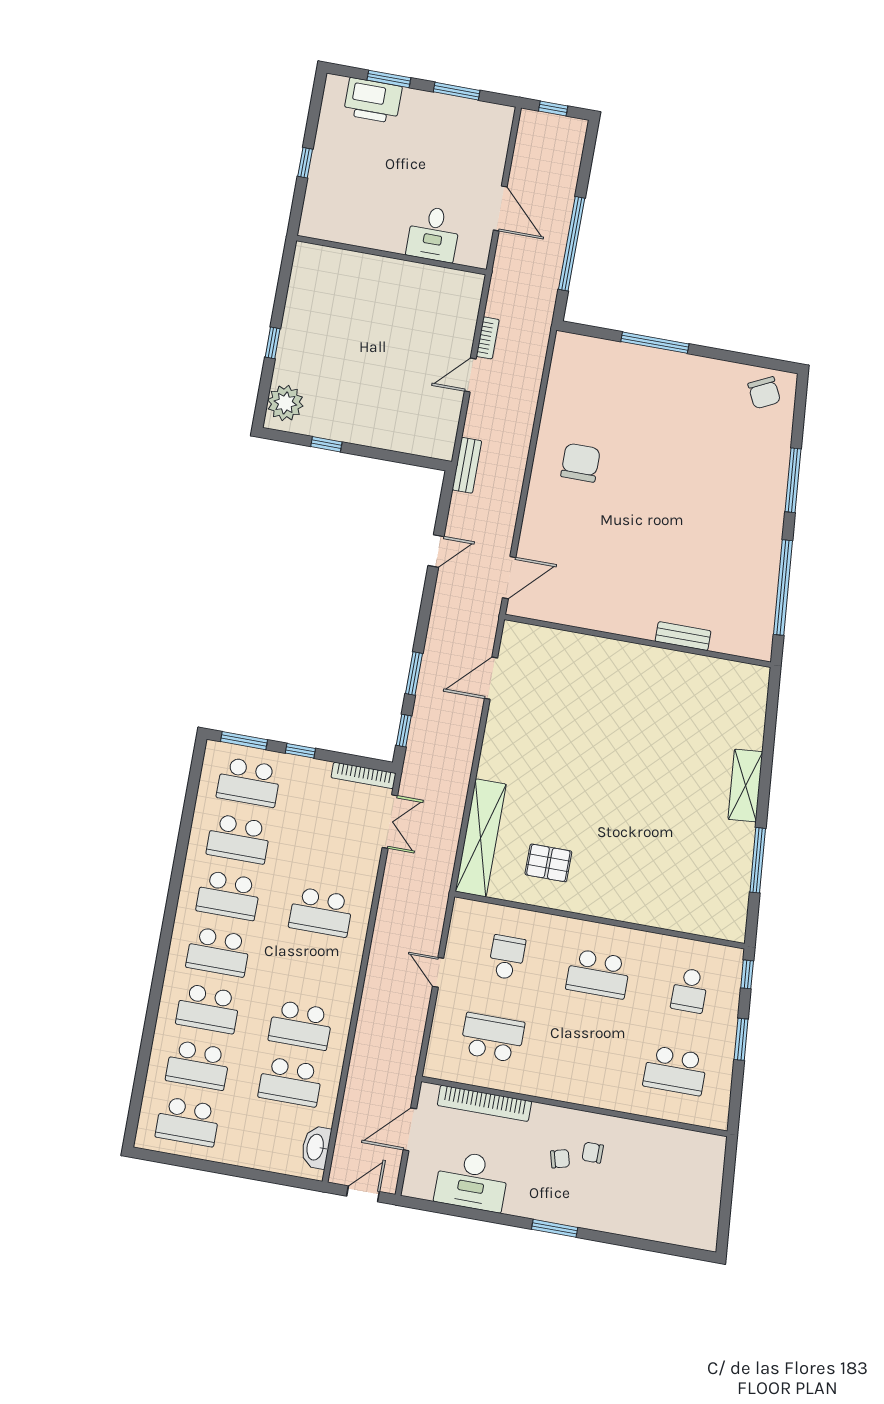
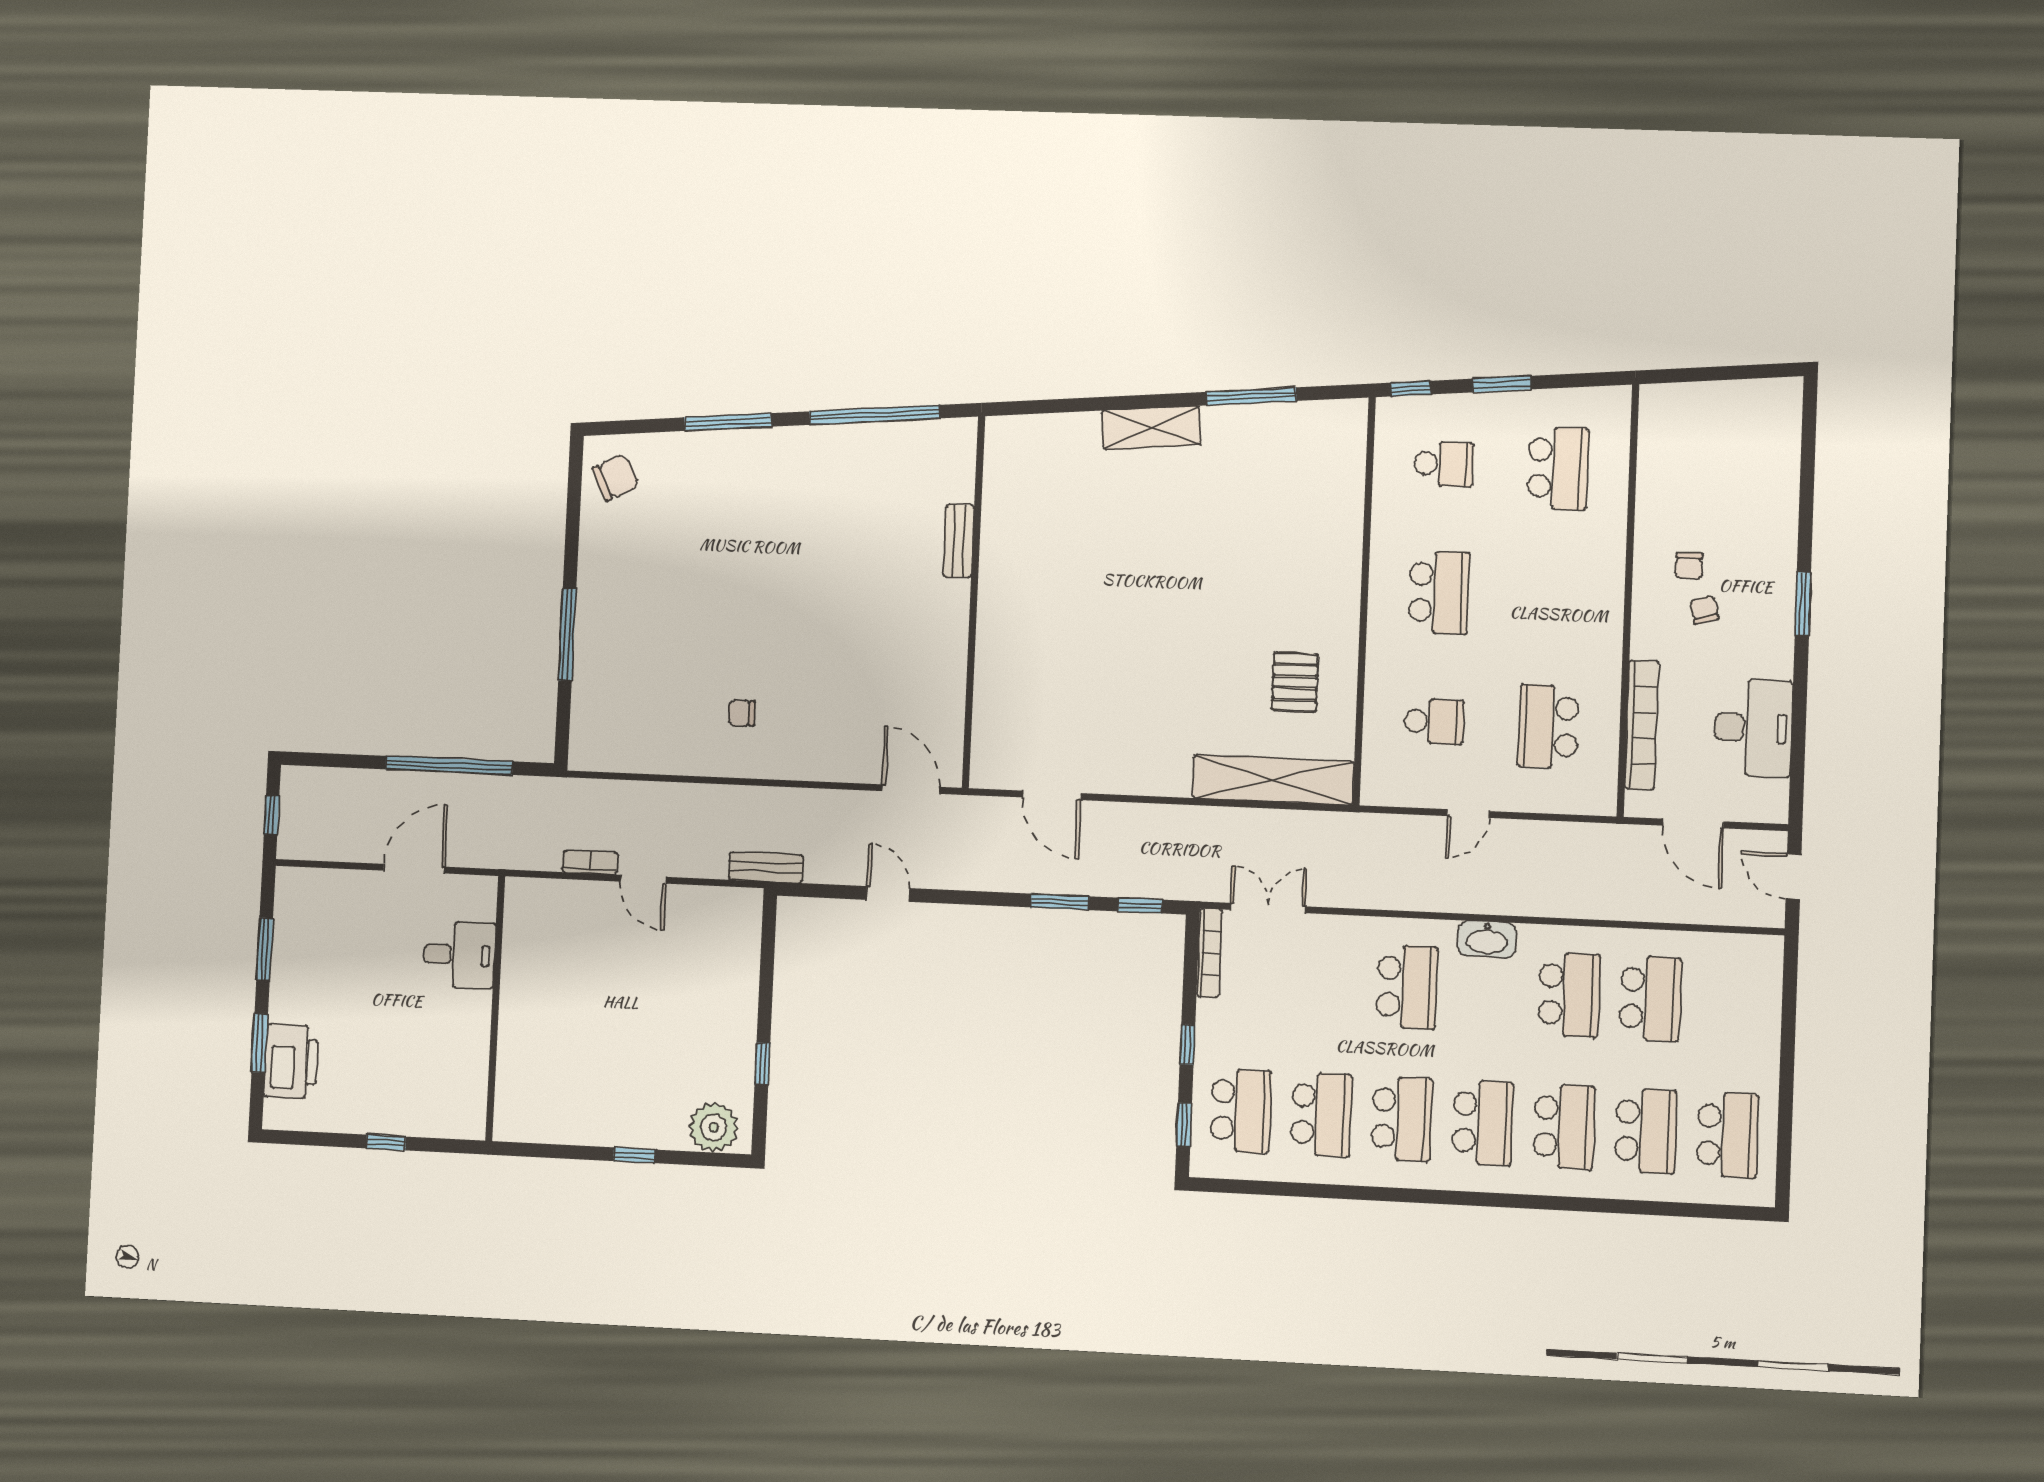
chair: (580, 463) -> (742, 713), width x0.54, depth x0.54
window: (244, 741) -> (1184, 1125), width x0.67
school desk: (507, 957) -> (1434, 722), turned 180
washbasin: (316, 1147) -> (1487, 939), moved

